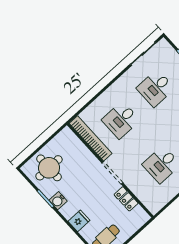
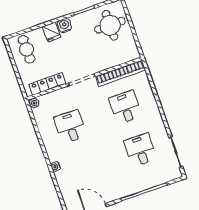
locker: (126, 199) -> (47, 84), width x1.53
water cooler: (58, 201) -> (64, 25), moved
plant: (154, 209) -> (34, 103), added

